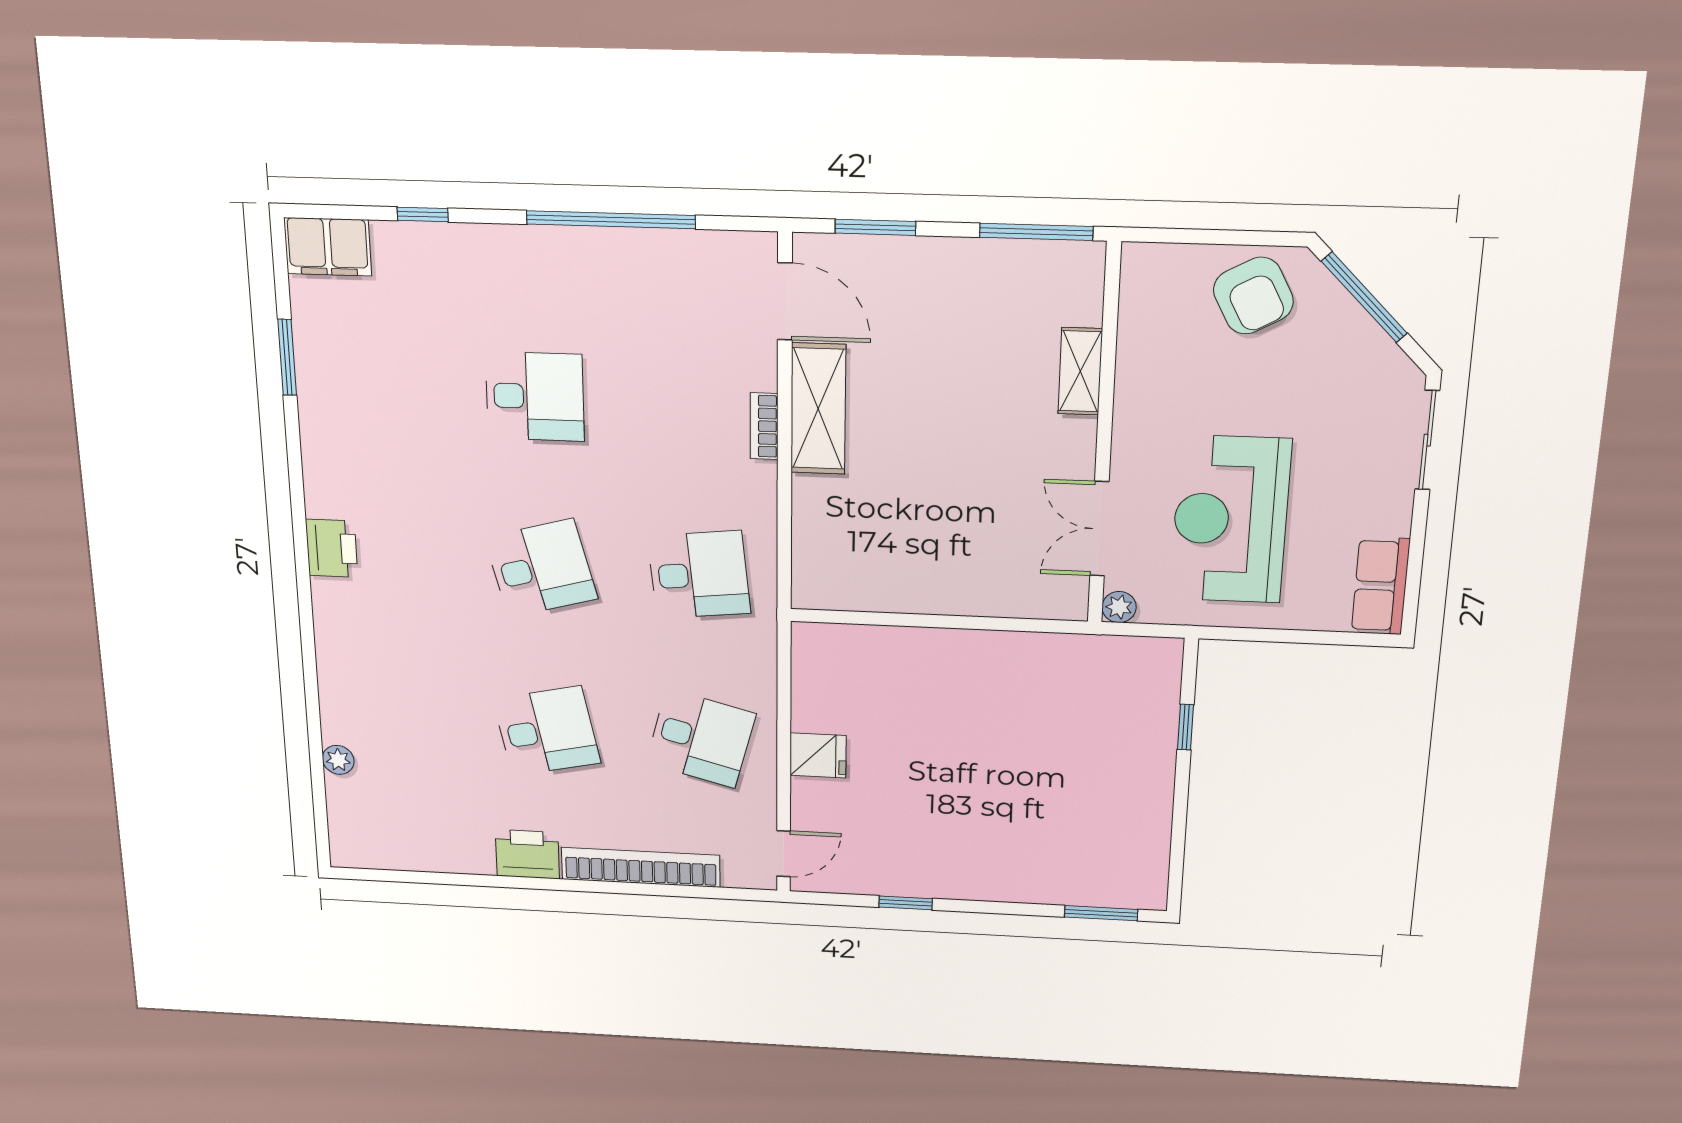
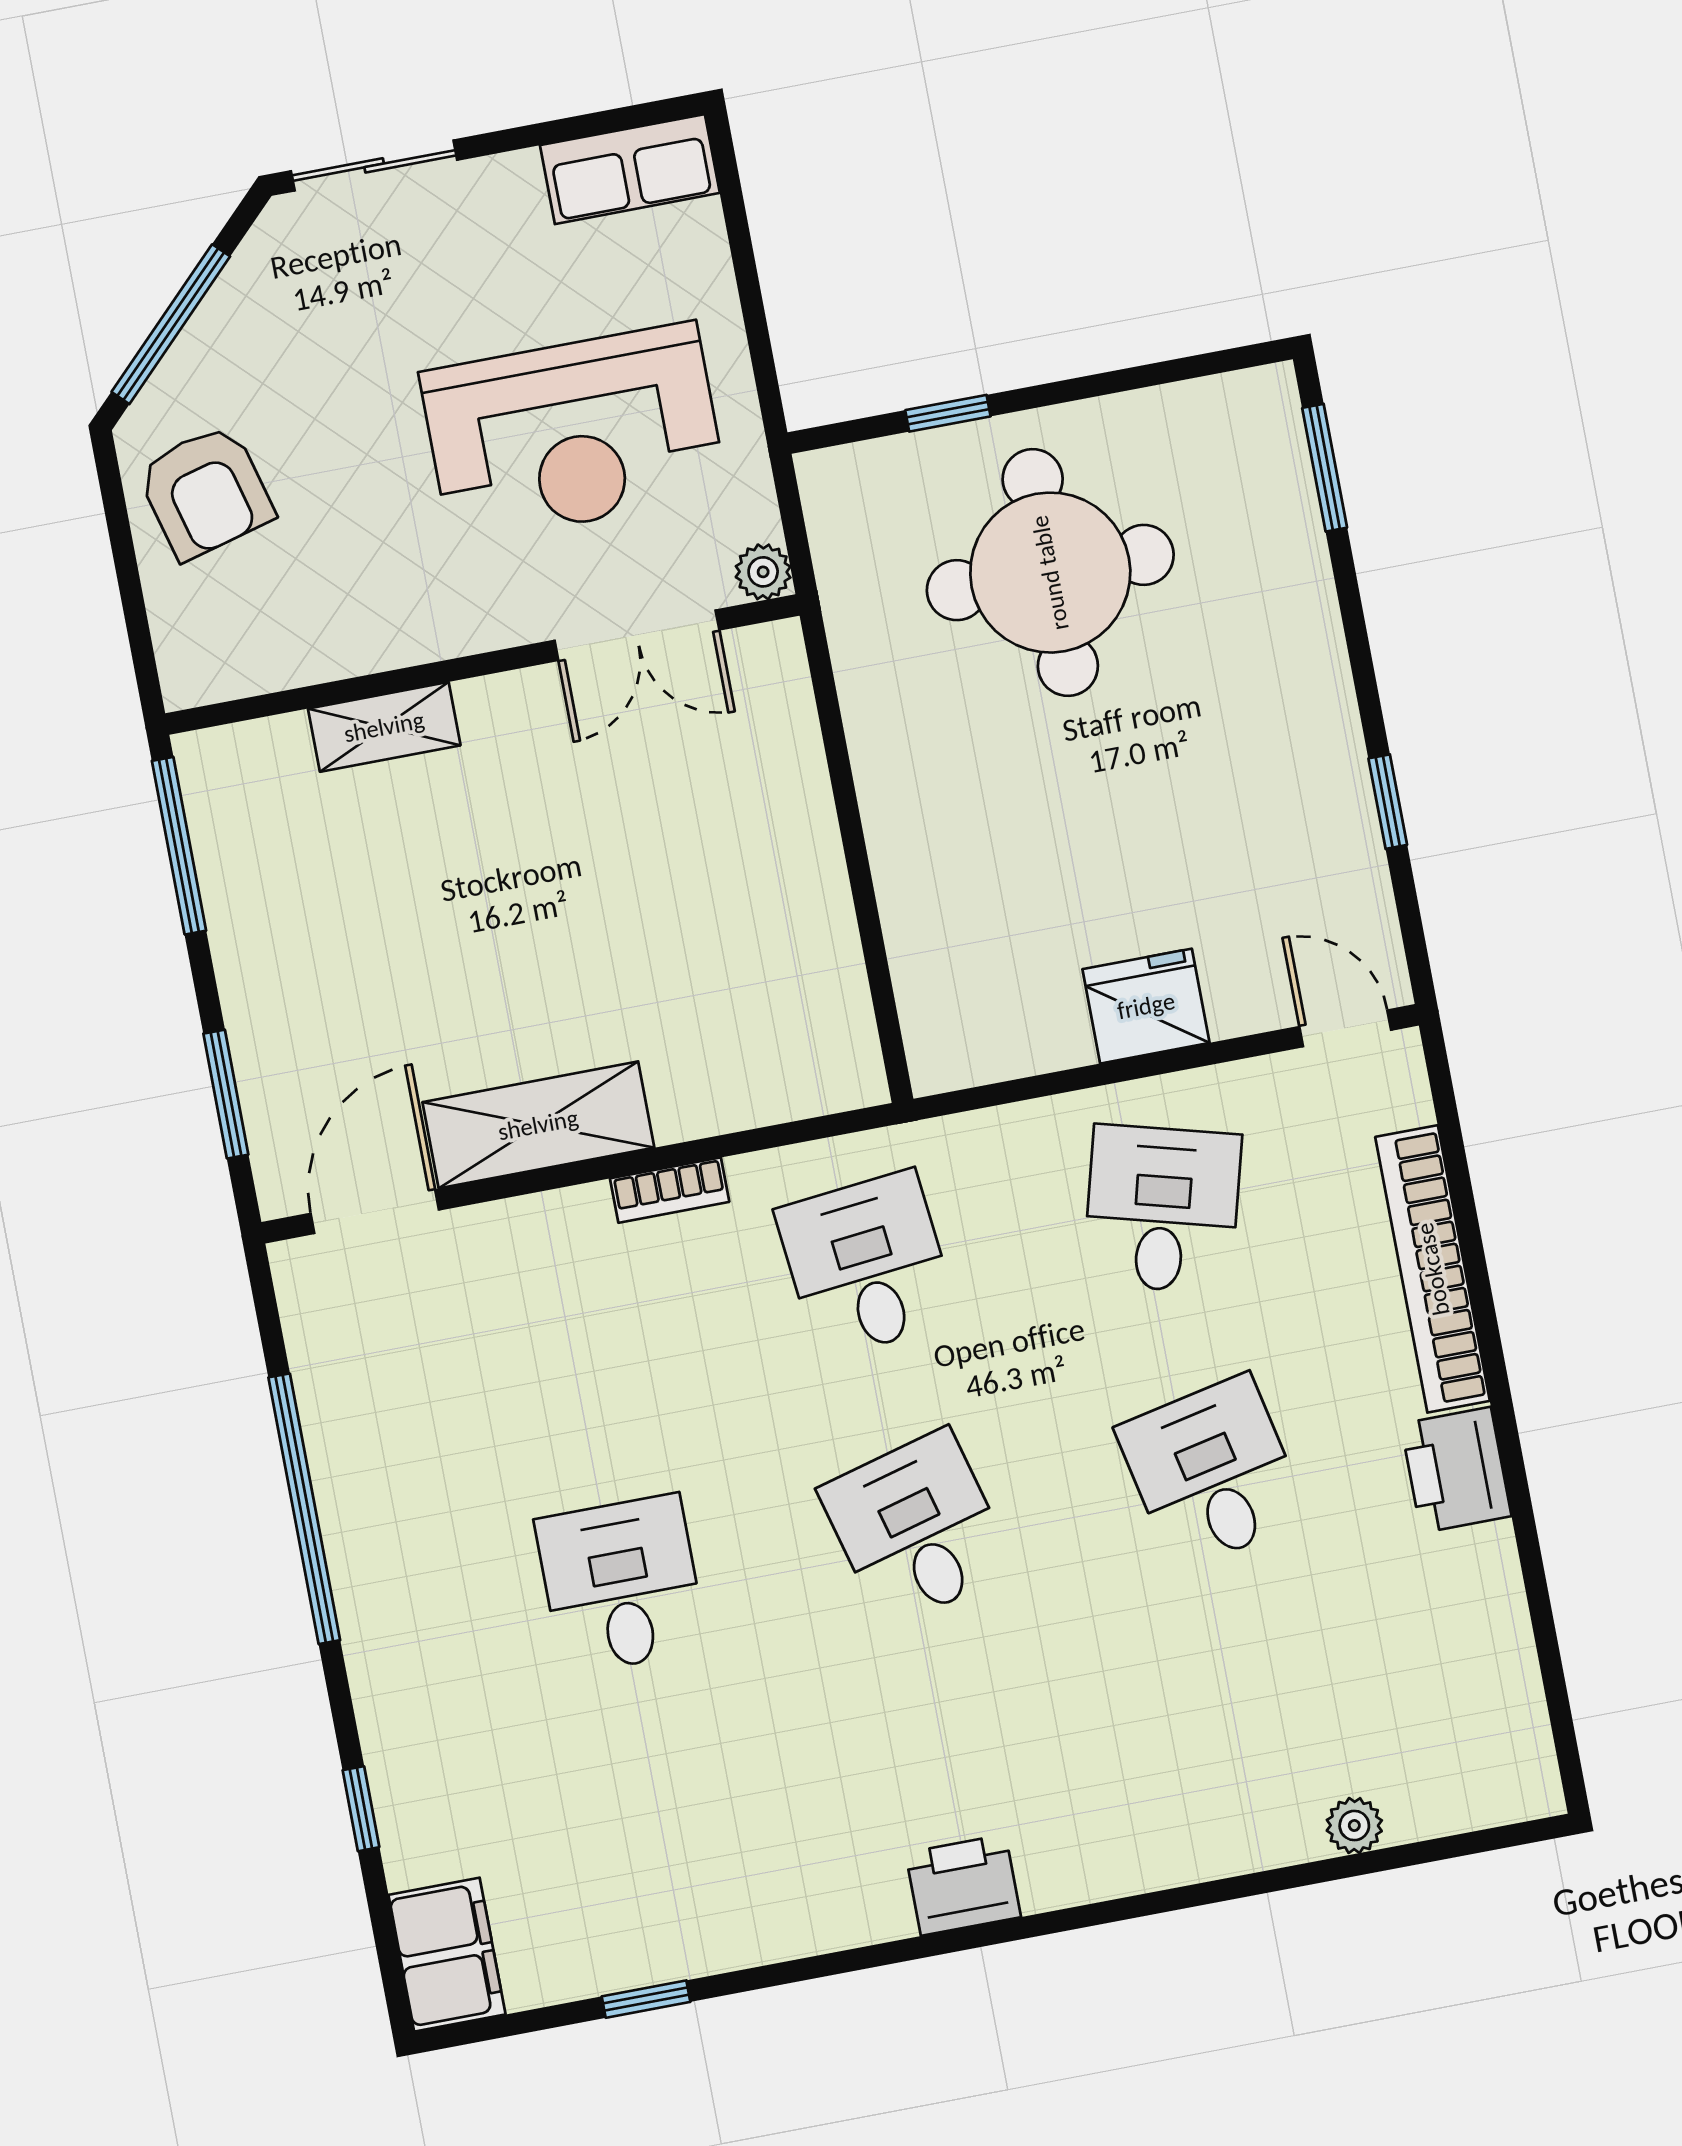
armchair: (1253, 296) -> (205, 492), turned 103
window: (287, 357) -> (646, 1999), width x0.67
bookcase: (764, 426) -> (670, 1190), moved
fridge: (818, 755) -> (1146, 1006), width x1.38
round table: (1079, 761) -> (1050, 573), added

